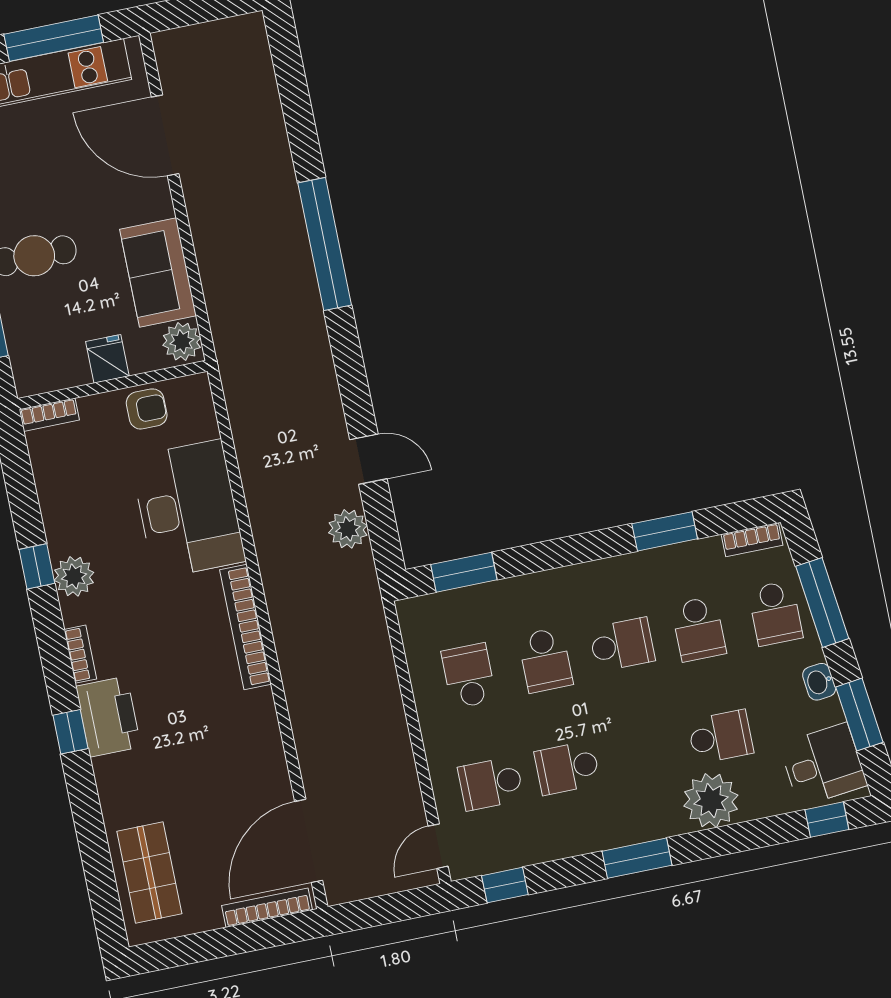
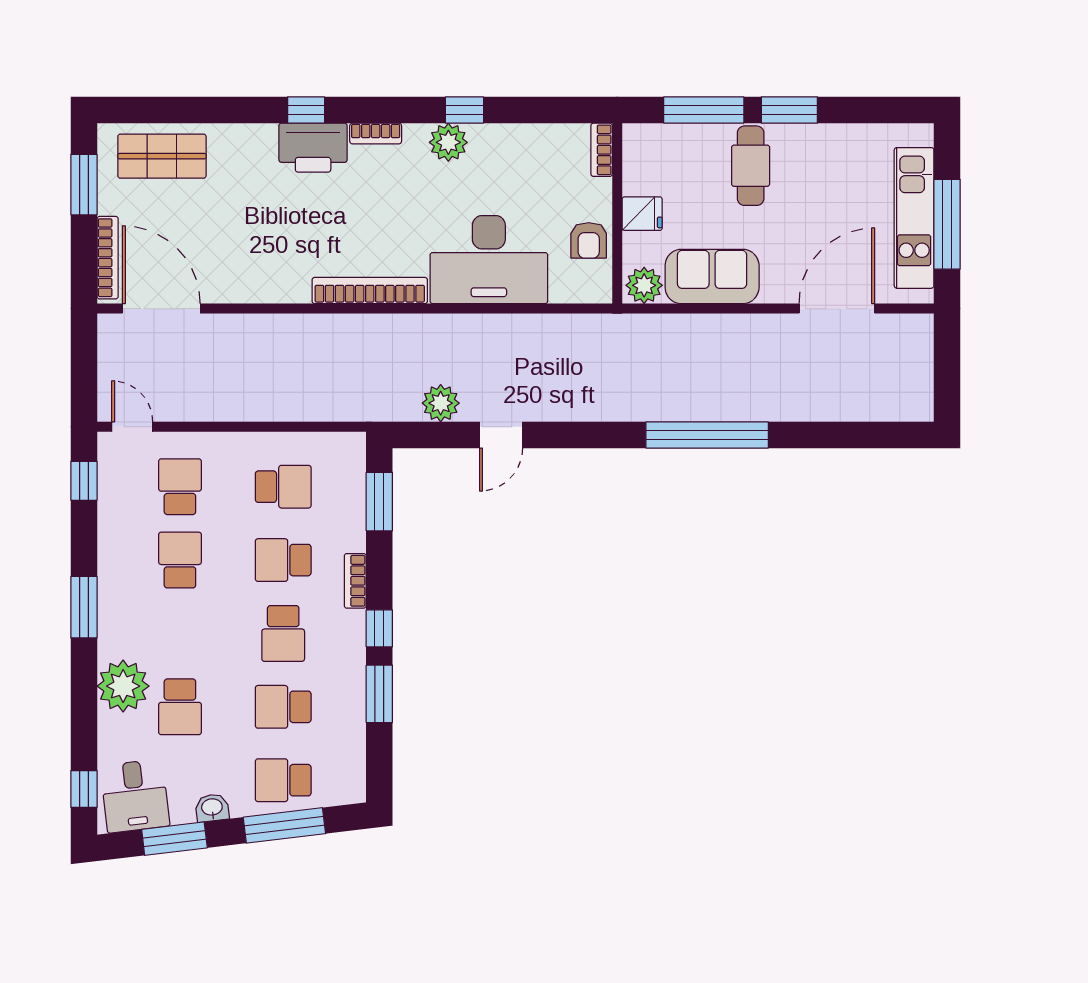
bookcase: (752, 540) -> (355, 581), moved
window: (596, 545) -> (379, 628), added
window: (196, 948) -> (84, 185), added

